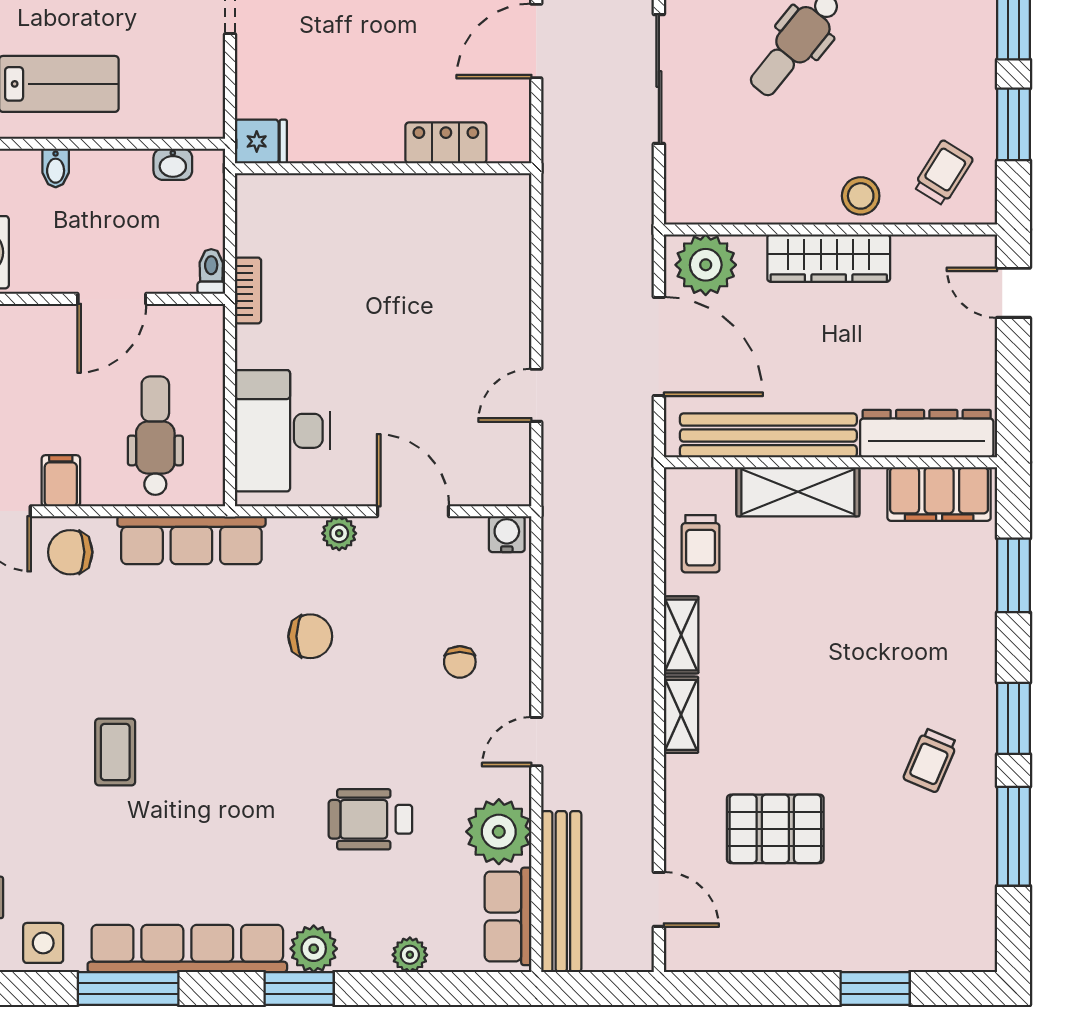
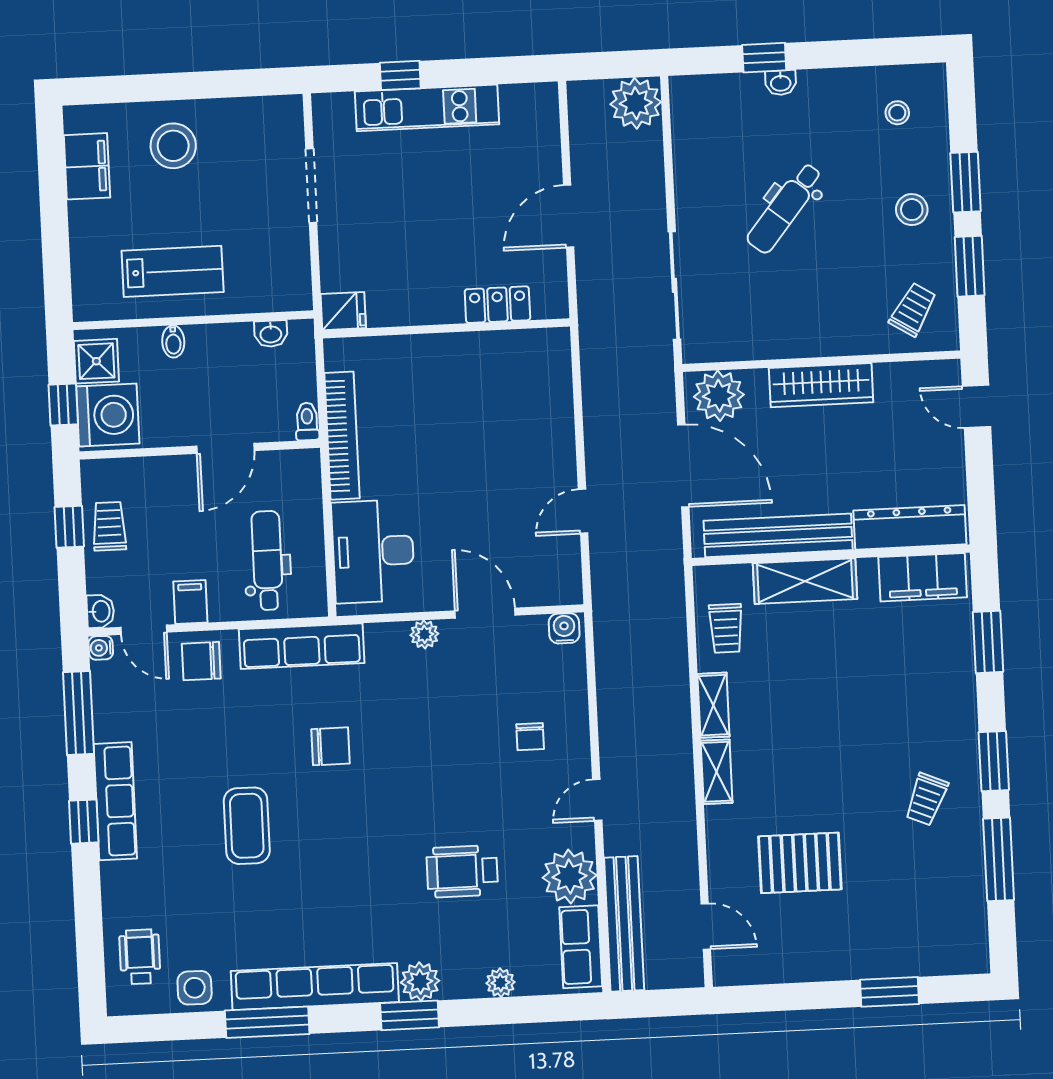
sliding door: (659, 79) -> (674, 285), moved
stool: (861, 196) -> (912, 210), moved
bookcase: (248, 291) -> (342, 436), width x2.31, depth x1.31
chair: (310, 636) -> (331, 746), moved
coffee table: (115, 752) -> (247, 826), width x1.36, depth x1.30

